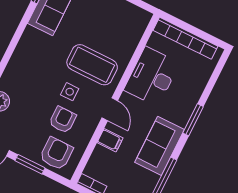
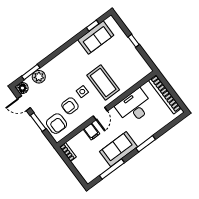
armchair: (63, 120) -> (70, 106), turned 180
armchair: (56, 154) -> (56, 124), turned 90

